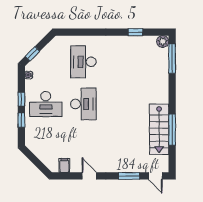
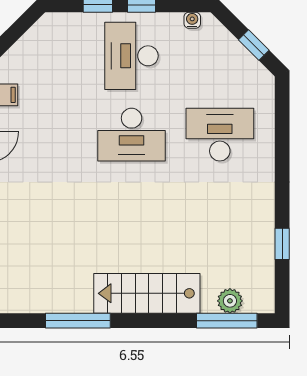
plant: (163, 42) -> (230, 301), moved
window: (32, 54) -> (254, 45), moved
stairs: (159, 129) -> (147, 293), moved

